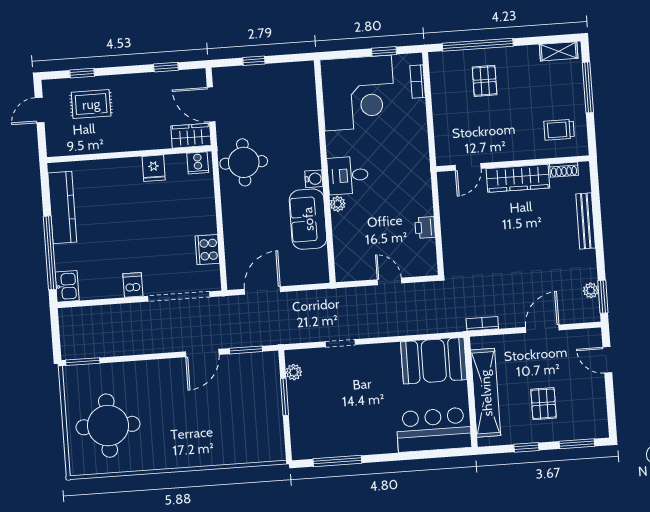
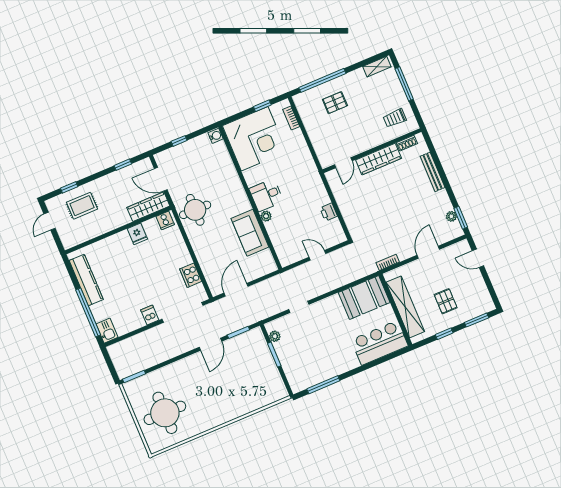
pallet: (485, 81) -> (335, 103), turned 90
wardrobe: (191, 136) -> (148, 207), width x1.50
water cooler: (314, 179) -> (216, 136), moved

